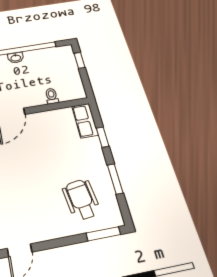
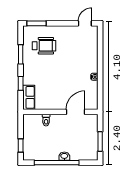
wheelchair: (81, 199) -> (44, 46), turned -82

